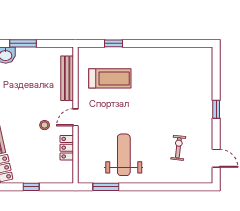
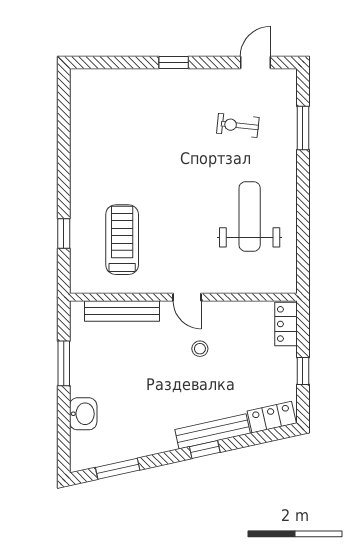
window: (23, 43) -> (64, 363), moved
locker: (67, 148) -> (286, 324), moved, turned 90
weight bench: (124, 155) -> (250, 216), turned 90
window: (106, 187) -> (303, 128), moved

